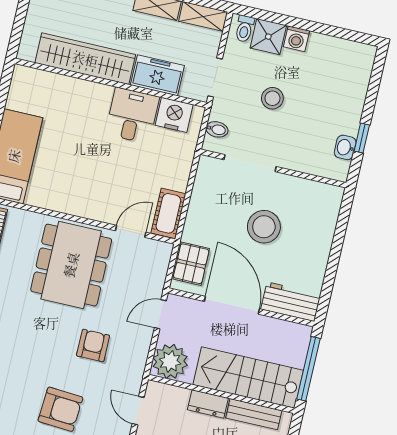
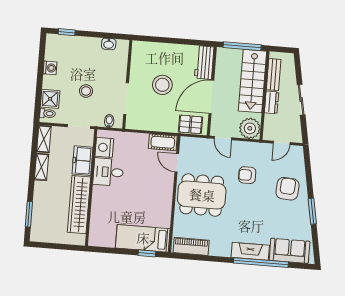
washing machine: (296, 39) -> (50, 68), moved
window: (362, 138) -> (67, 32), moved

